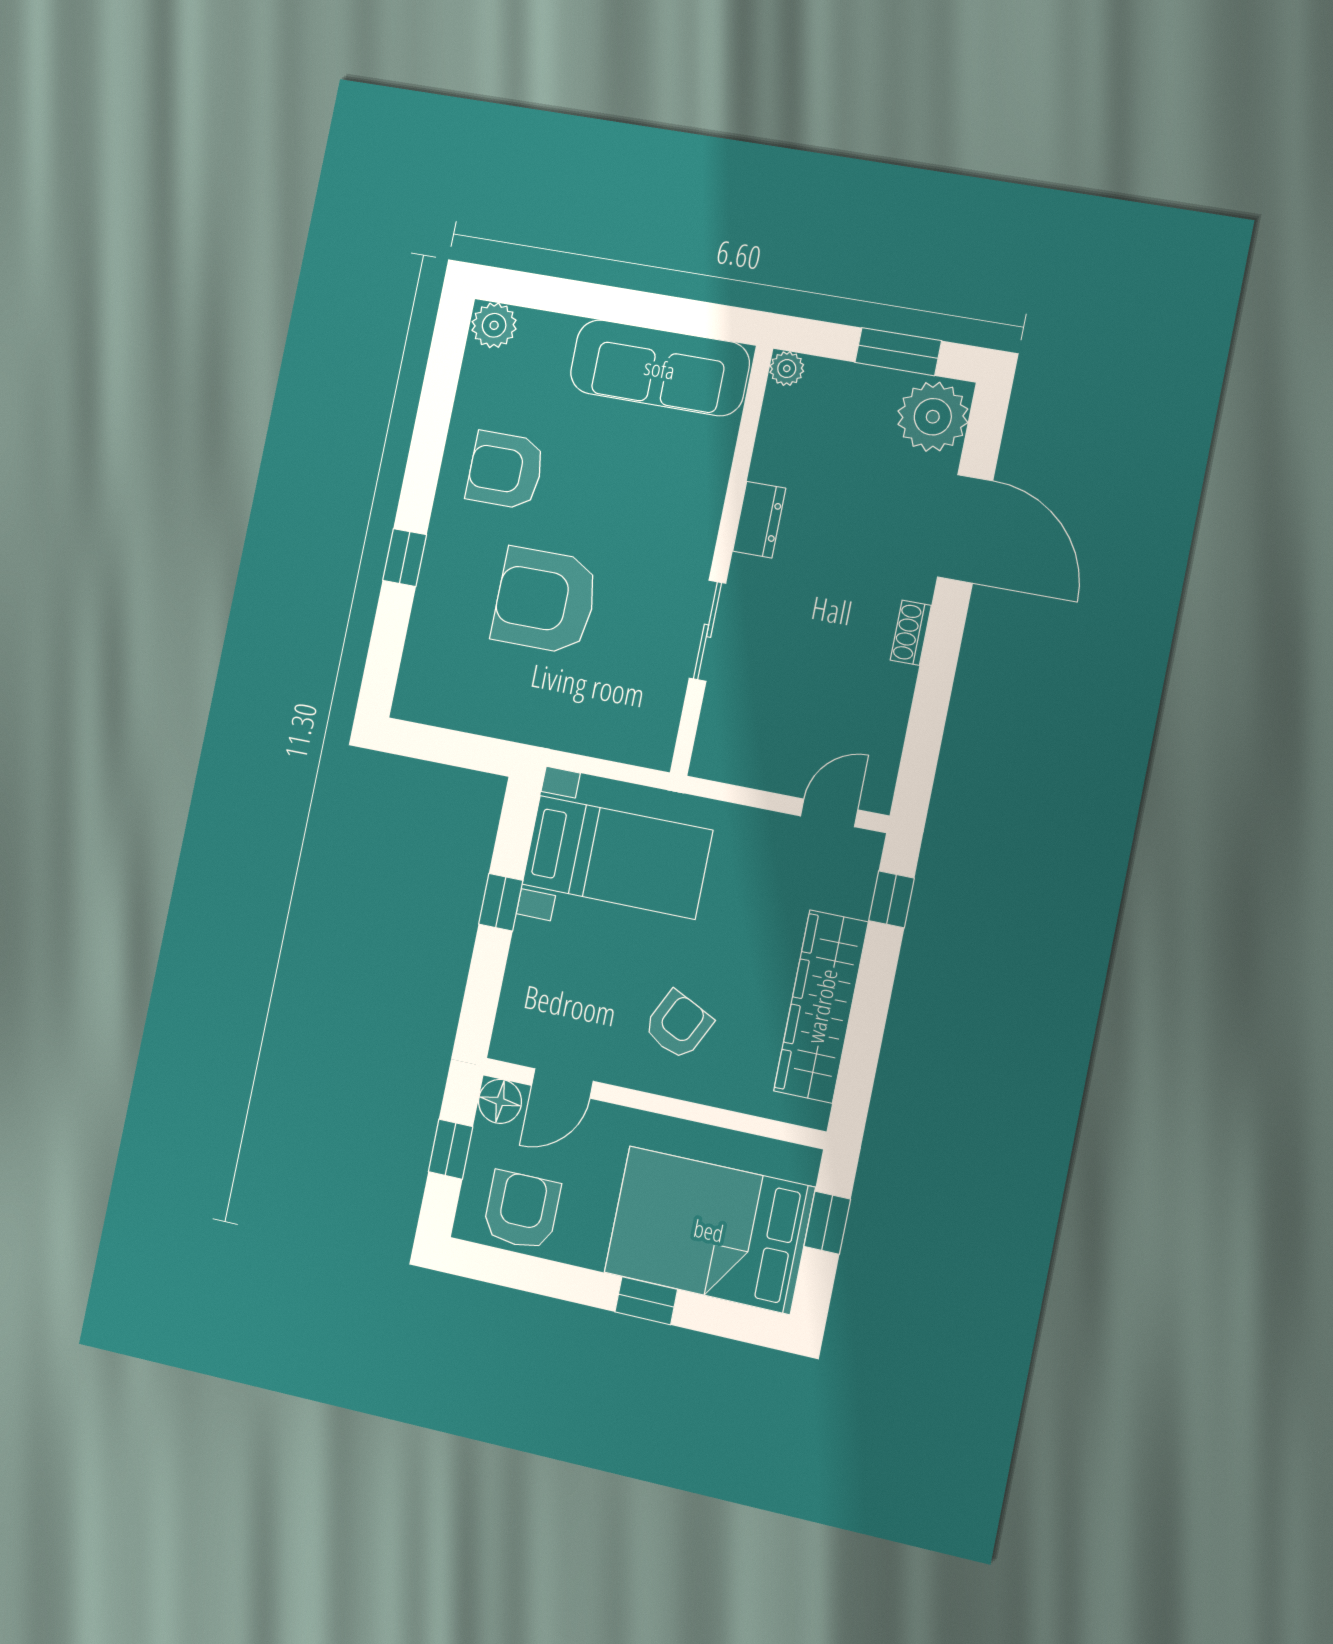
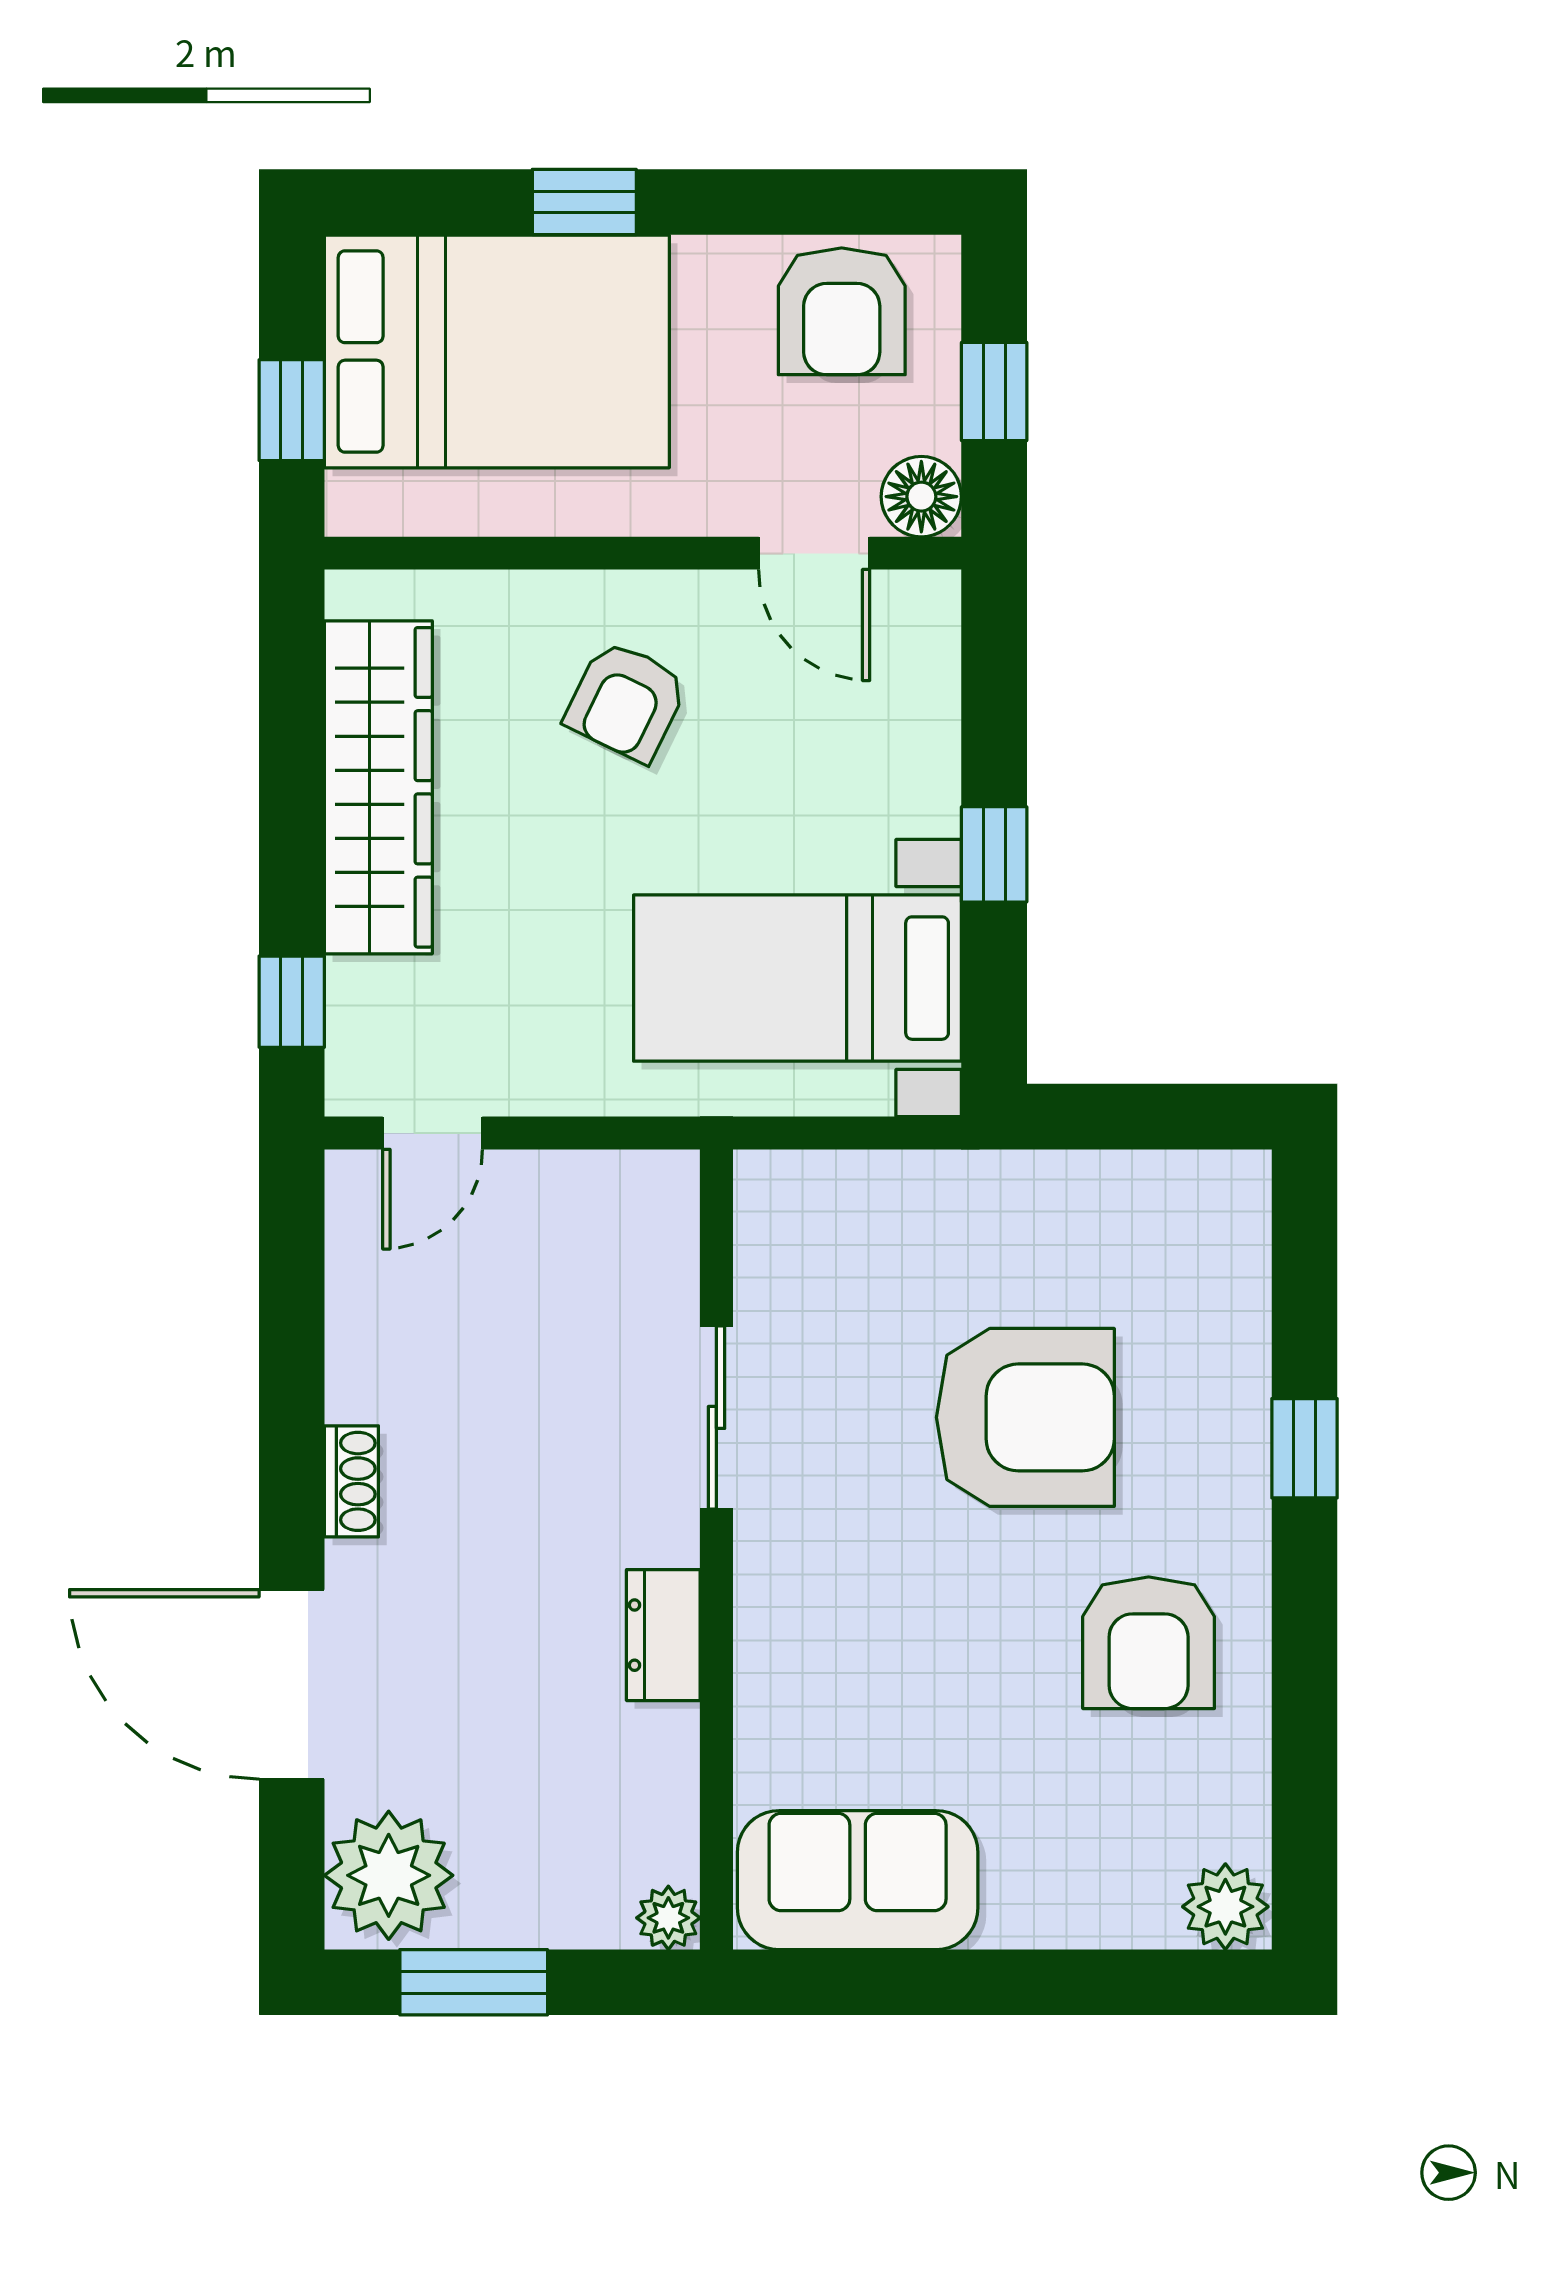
sofa: (660, 368) -> (858, 1880), width x0.73
armchair: (505, 470) -> (1149, 1643), turned 90
door: (562, 1083) -> (814, 553), swing flipped

